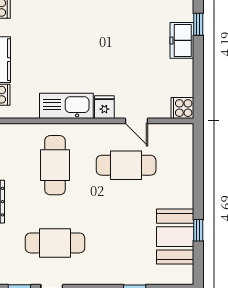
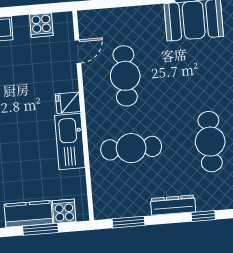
cooker: (182, 108) -> (41, 25), moved
door: (136, 121) -> (78, 52), moved

